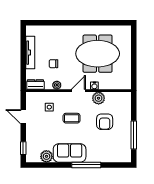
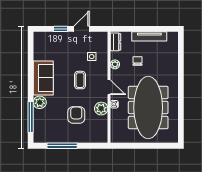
meeting table: (98, 54) -> (148, 107), width x1.36
armchair: (105, 122) -> (76, 115), turned 90
window: (23, 148) -> (60, 29), moved
plant: (46, 156) -> (40, 102), moved
window: (86, 165) -> (31, 117), moved

